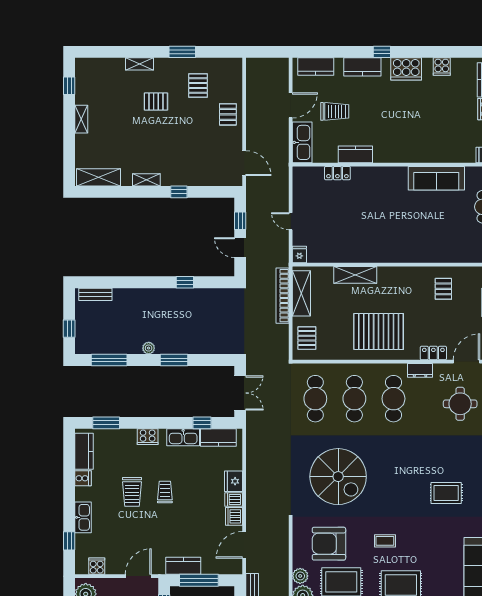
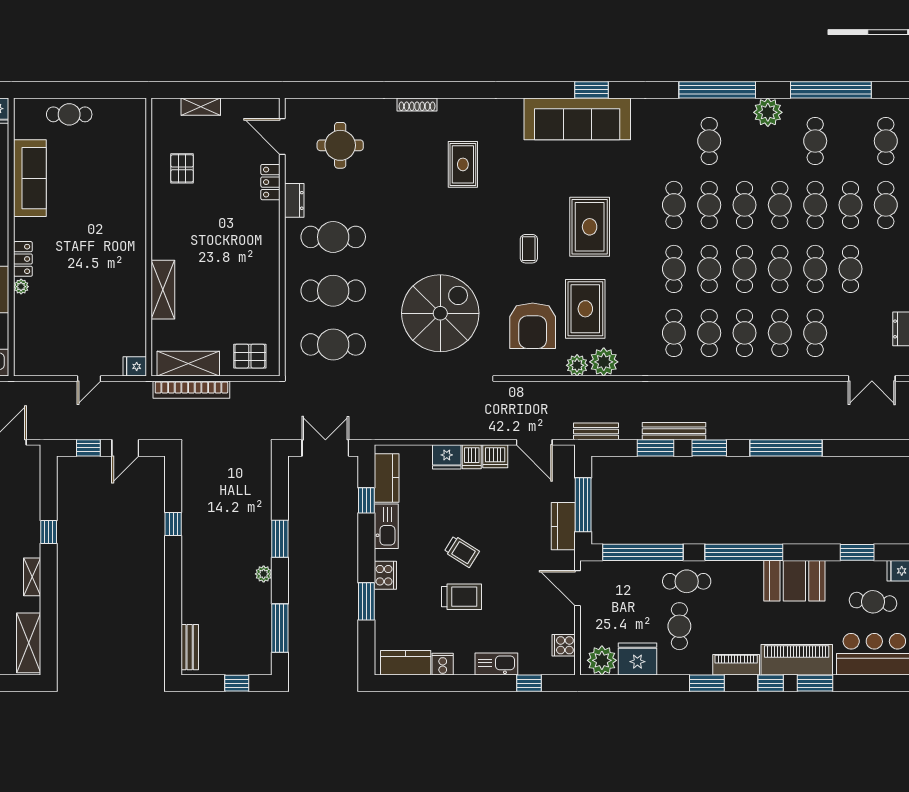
plant: (357, 172) -> (21, 287), added
locker: (337, 173) -> (23, 259), moved
pallet: (443, 289) -> (182, 168), turned 90
pallet: (379, 331) -> (241, 257), removed
window: (106, 423) -> (366, 601), moved
trolley: (165, 492) -> (462, 552), turned -148

